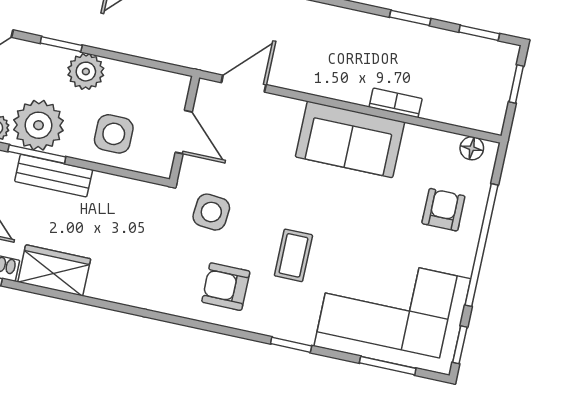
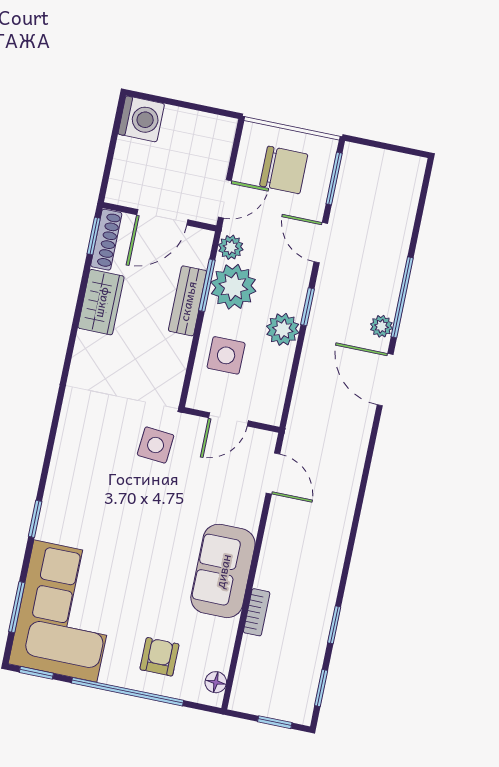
armchair: (443, 210) -> (159, 657), turned -90
coffee table: (293, 255) -> (117, 520), removed
armchair: (226, 287) -> (88, 459), removed

